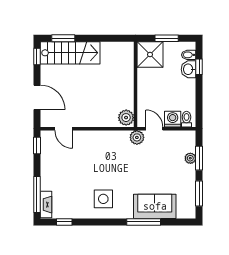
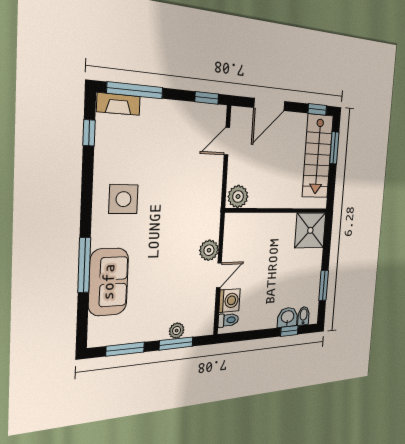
shower: (150, 54) -> (310, 230), moved
wall: (135, 84) -> (278, 211), moved
plant: (126, 118) -> (238, 197), moved

